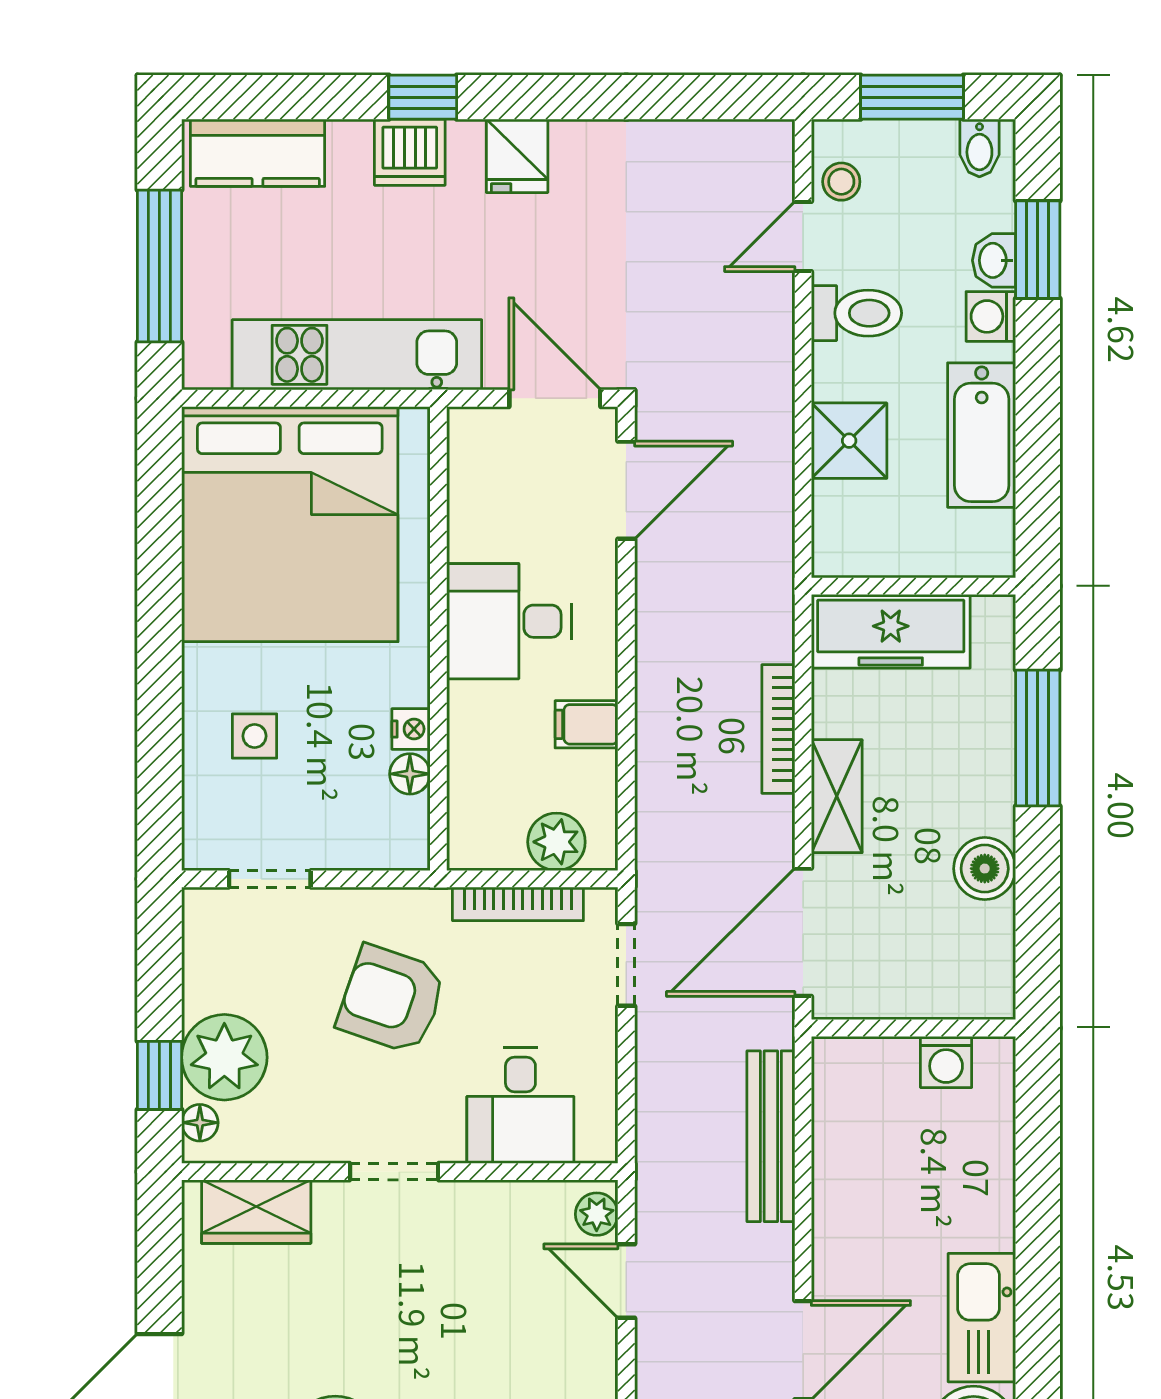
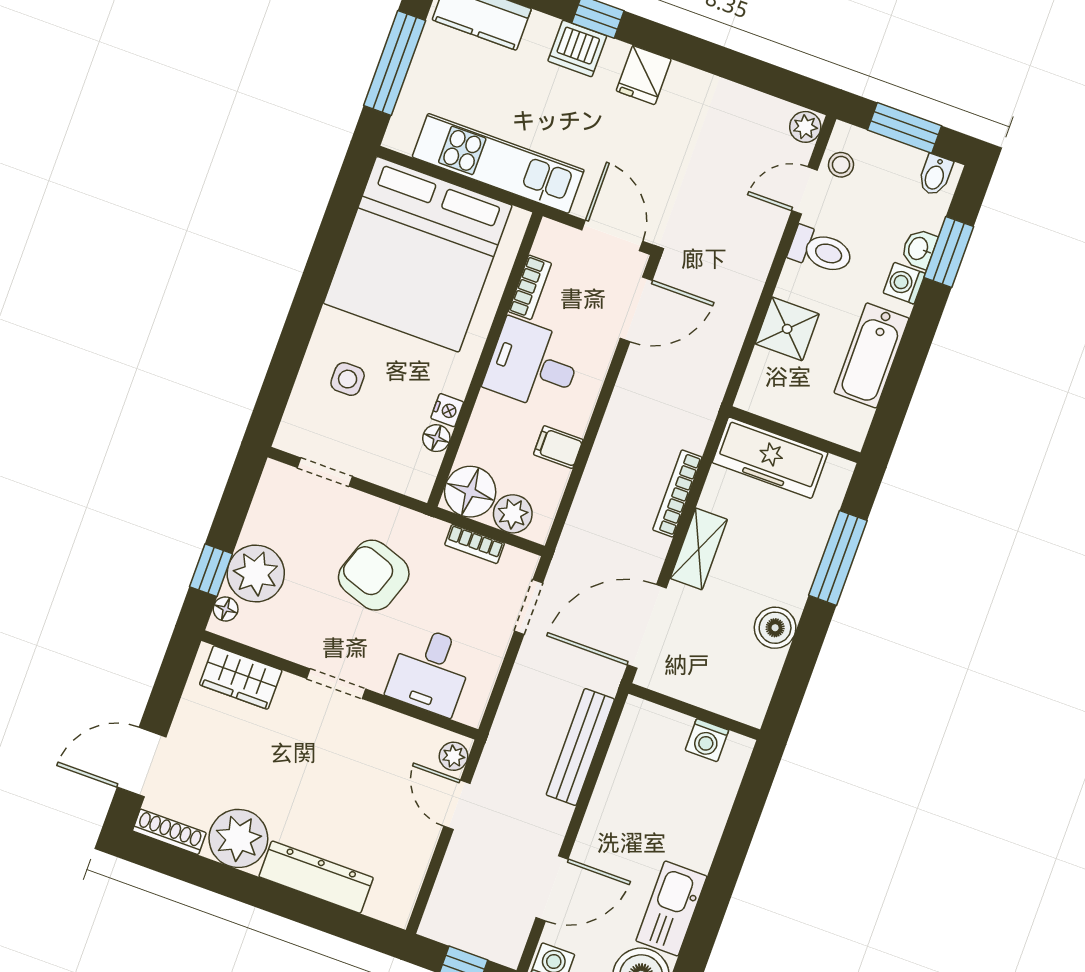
plant: (772, 146) -> (805, 127), added
bookcase: (465, 514) -> (530, 287), added
floor lamp: (485, 832) -> (470, 492), added
bookcase: (518, 904) -> (475, 544), width x0.64

